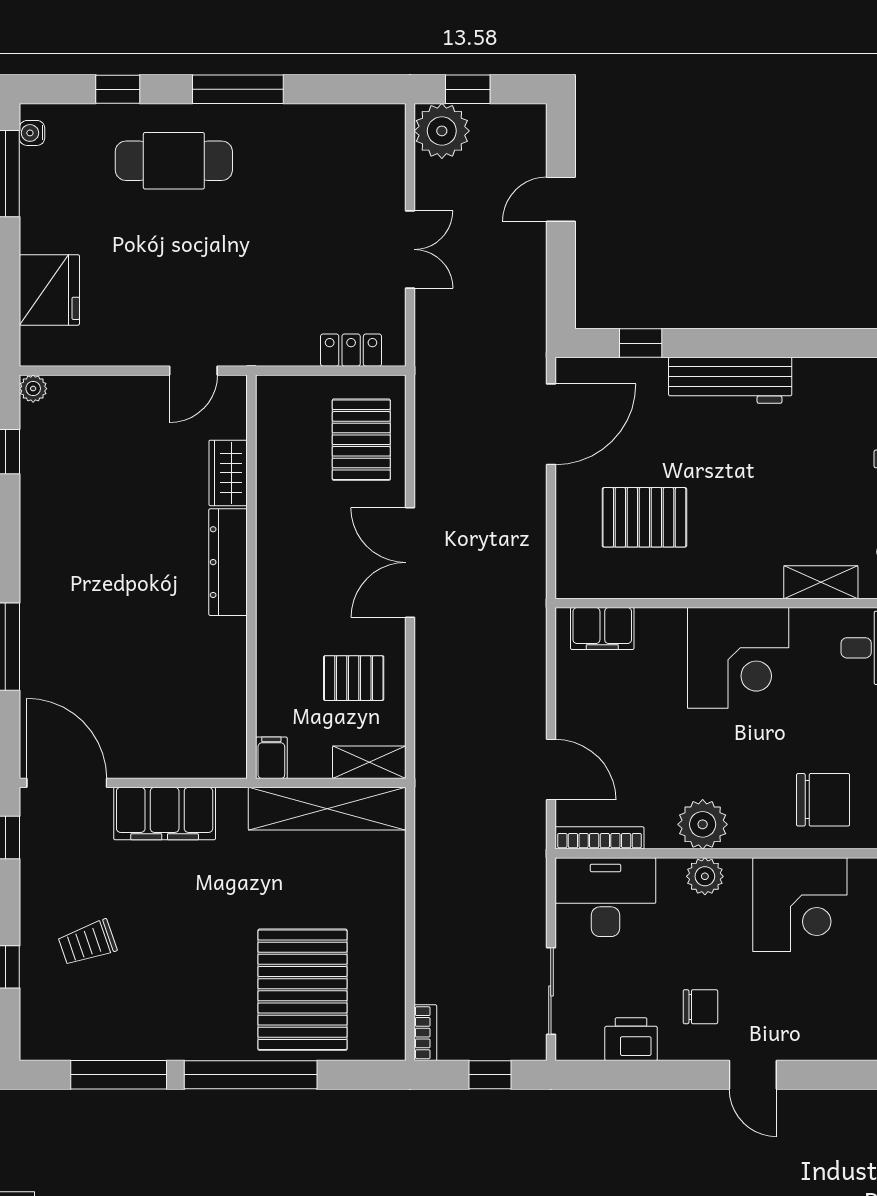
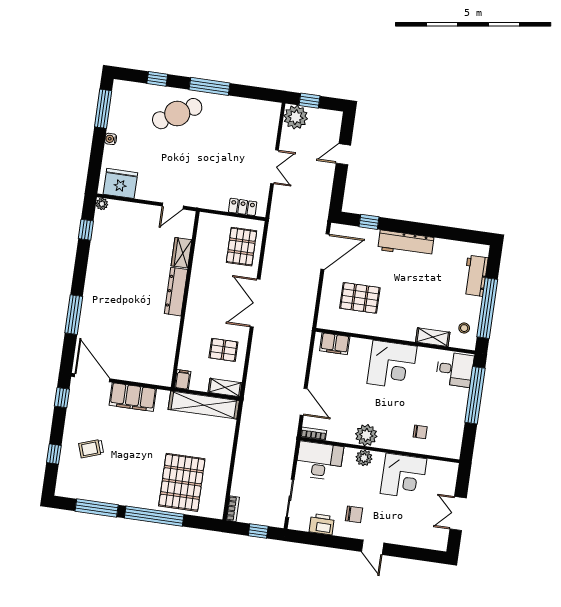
water cooler: (32, 133) -> (111, 139), moved
cafe table: (174, 161) -> (177, 114), turned -30
fridge: (49, 290) -> (120, 183), moved, turned -90
chair: (823, 800) -> (420, 432), width x0.54, depth x0.54
bookcase: (600, 838) -> (314, 434), width x0.64

